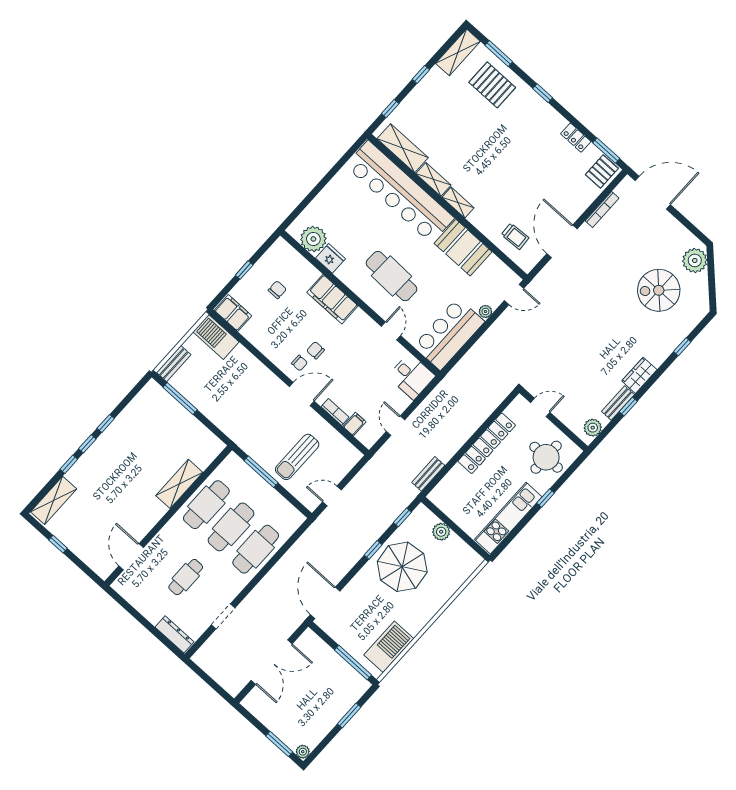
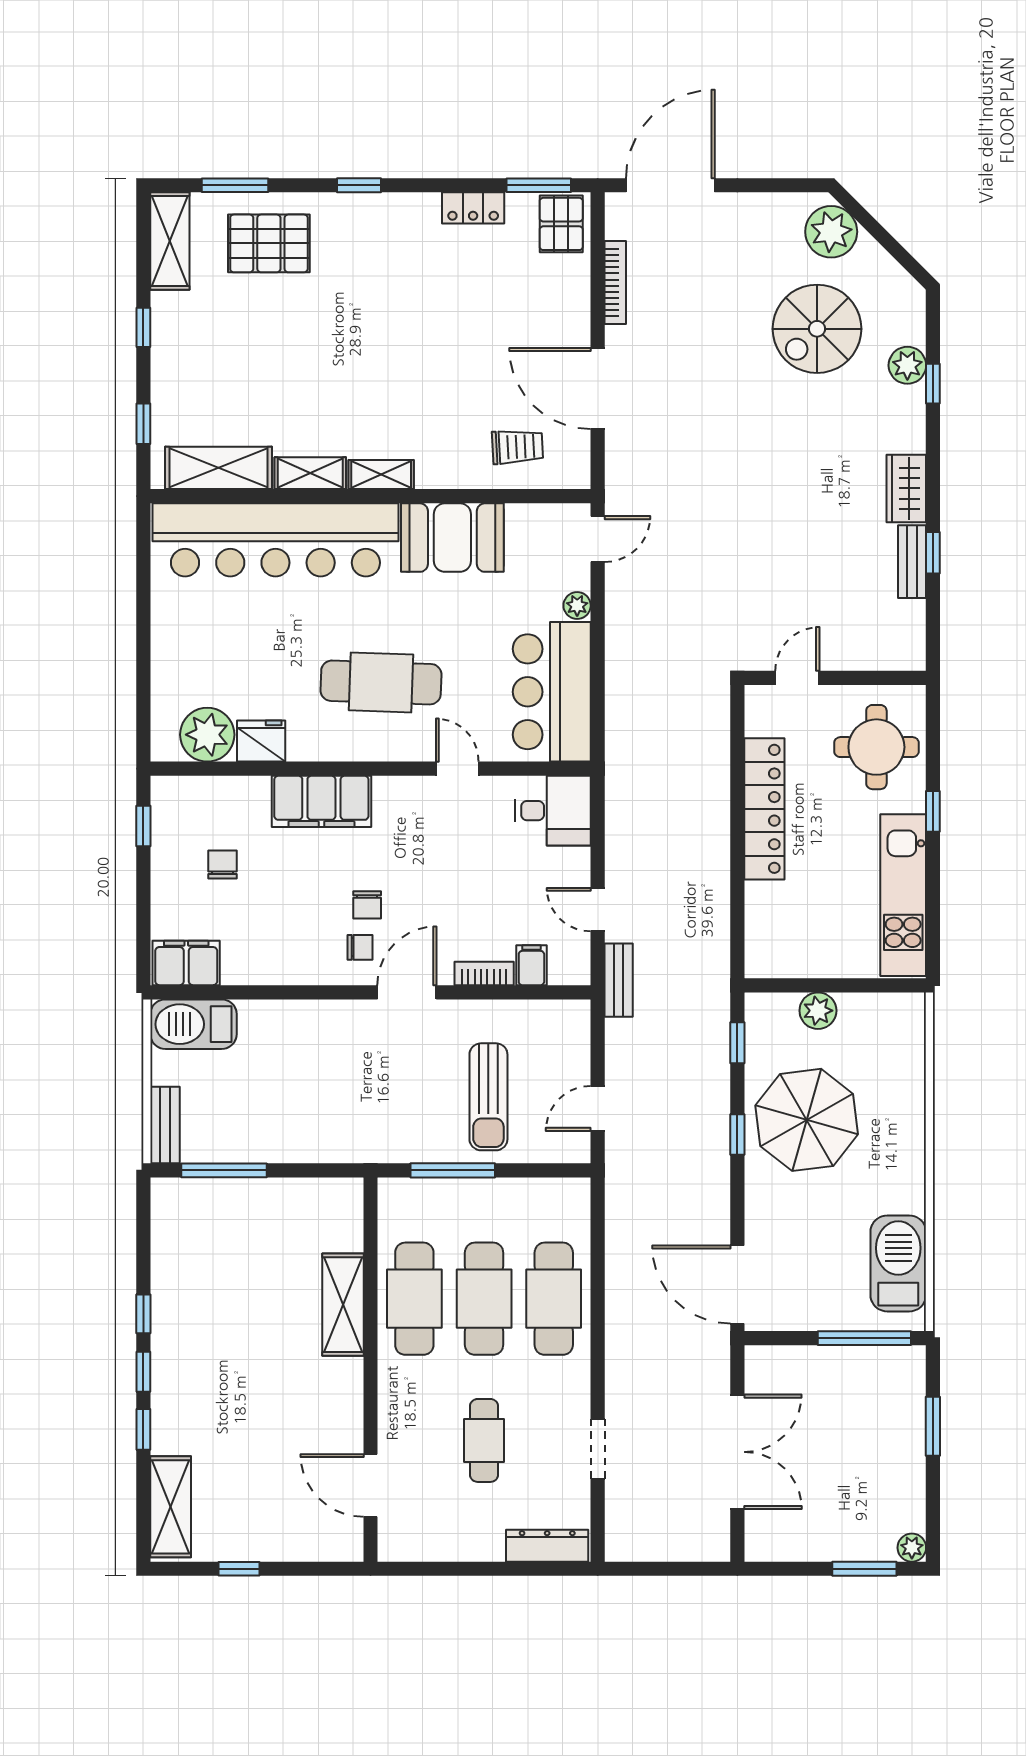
window: (244, 270) -> (143, 826), moved
chair: (316, 350) -> (367, 905), turned -90
plant: (593, 428) -> (907, 365), moved
bench: (428, 474) -> (619, 980), moved

